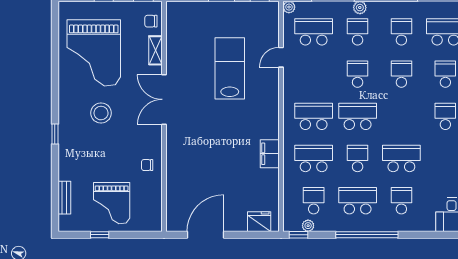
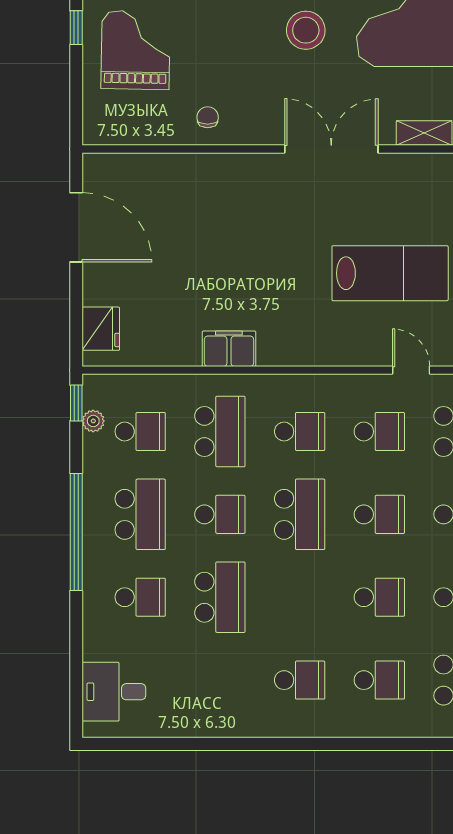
school desk: (314, 74) -> (379, 431), added
school desk: (314, 116) -> (300, 431), width x0.54
grand piano: (112, 203) -> (136, 50), turned 91

